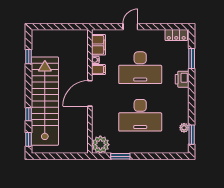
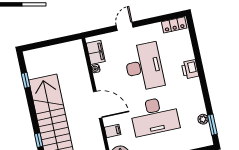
window: (192, 59) -> (195, 46), removed
desk: (140, 68) -> (144, 67), turned -90
filing cabinet: (98, 70) -> (113, 131), moved
door: (90, 93) -> (98, 105), swing flipped

